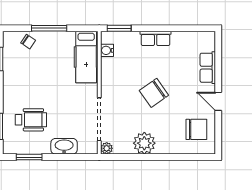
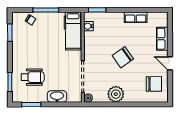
row of seats: (156, 38) -> (136, 17), moved

